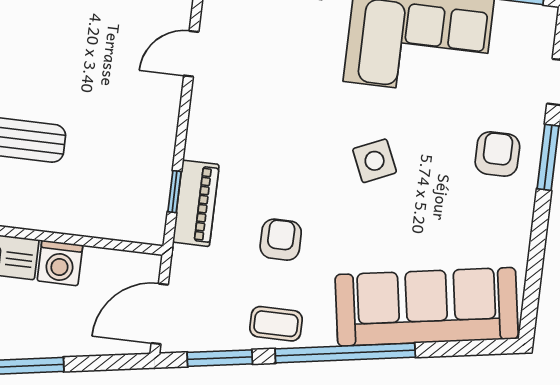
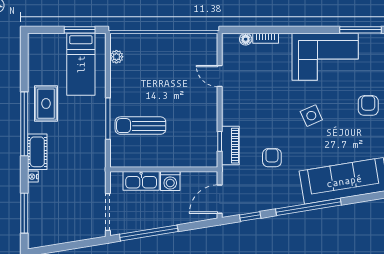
door: (191, 54) -> (220, 76), hinge flipped
coffee table: (276, 324) -> (274, 197), removed
window: (220, 358) -> (250, 216), width x0.67

